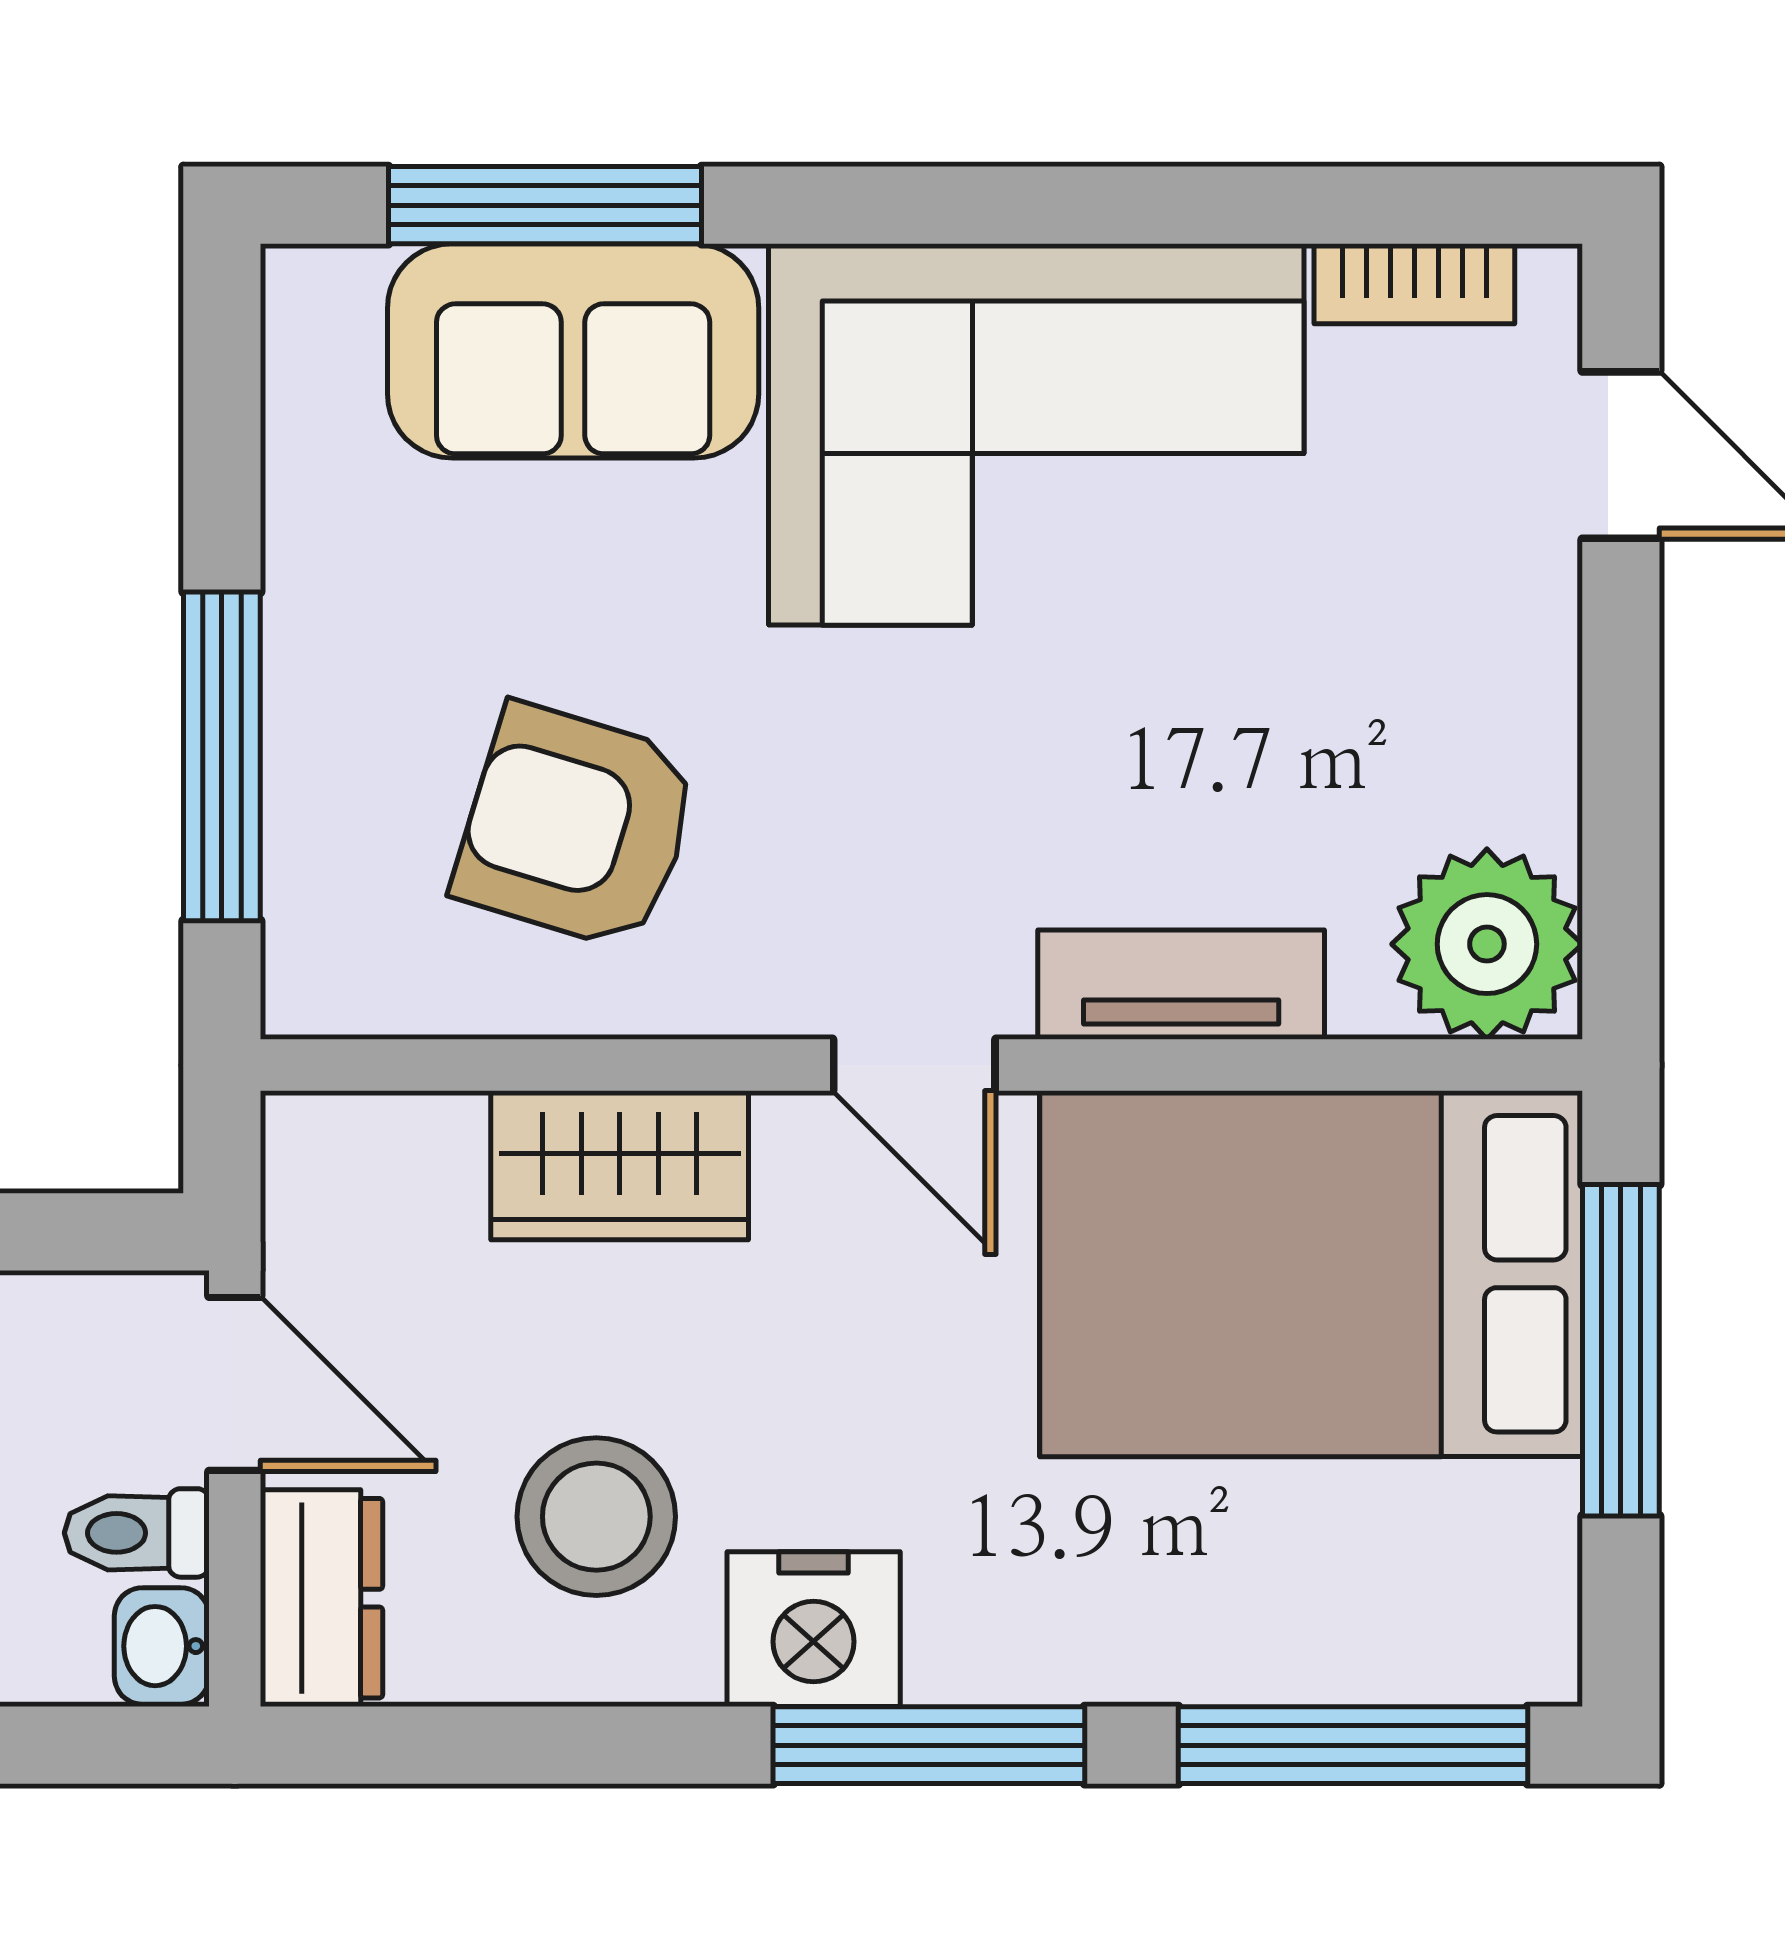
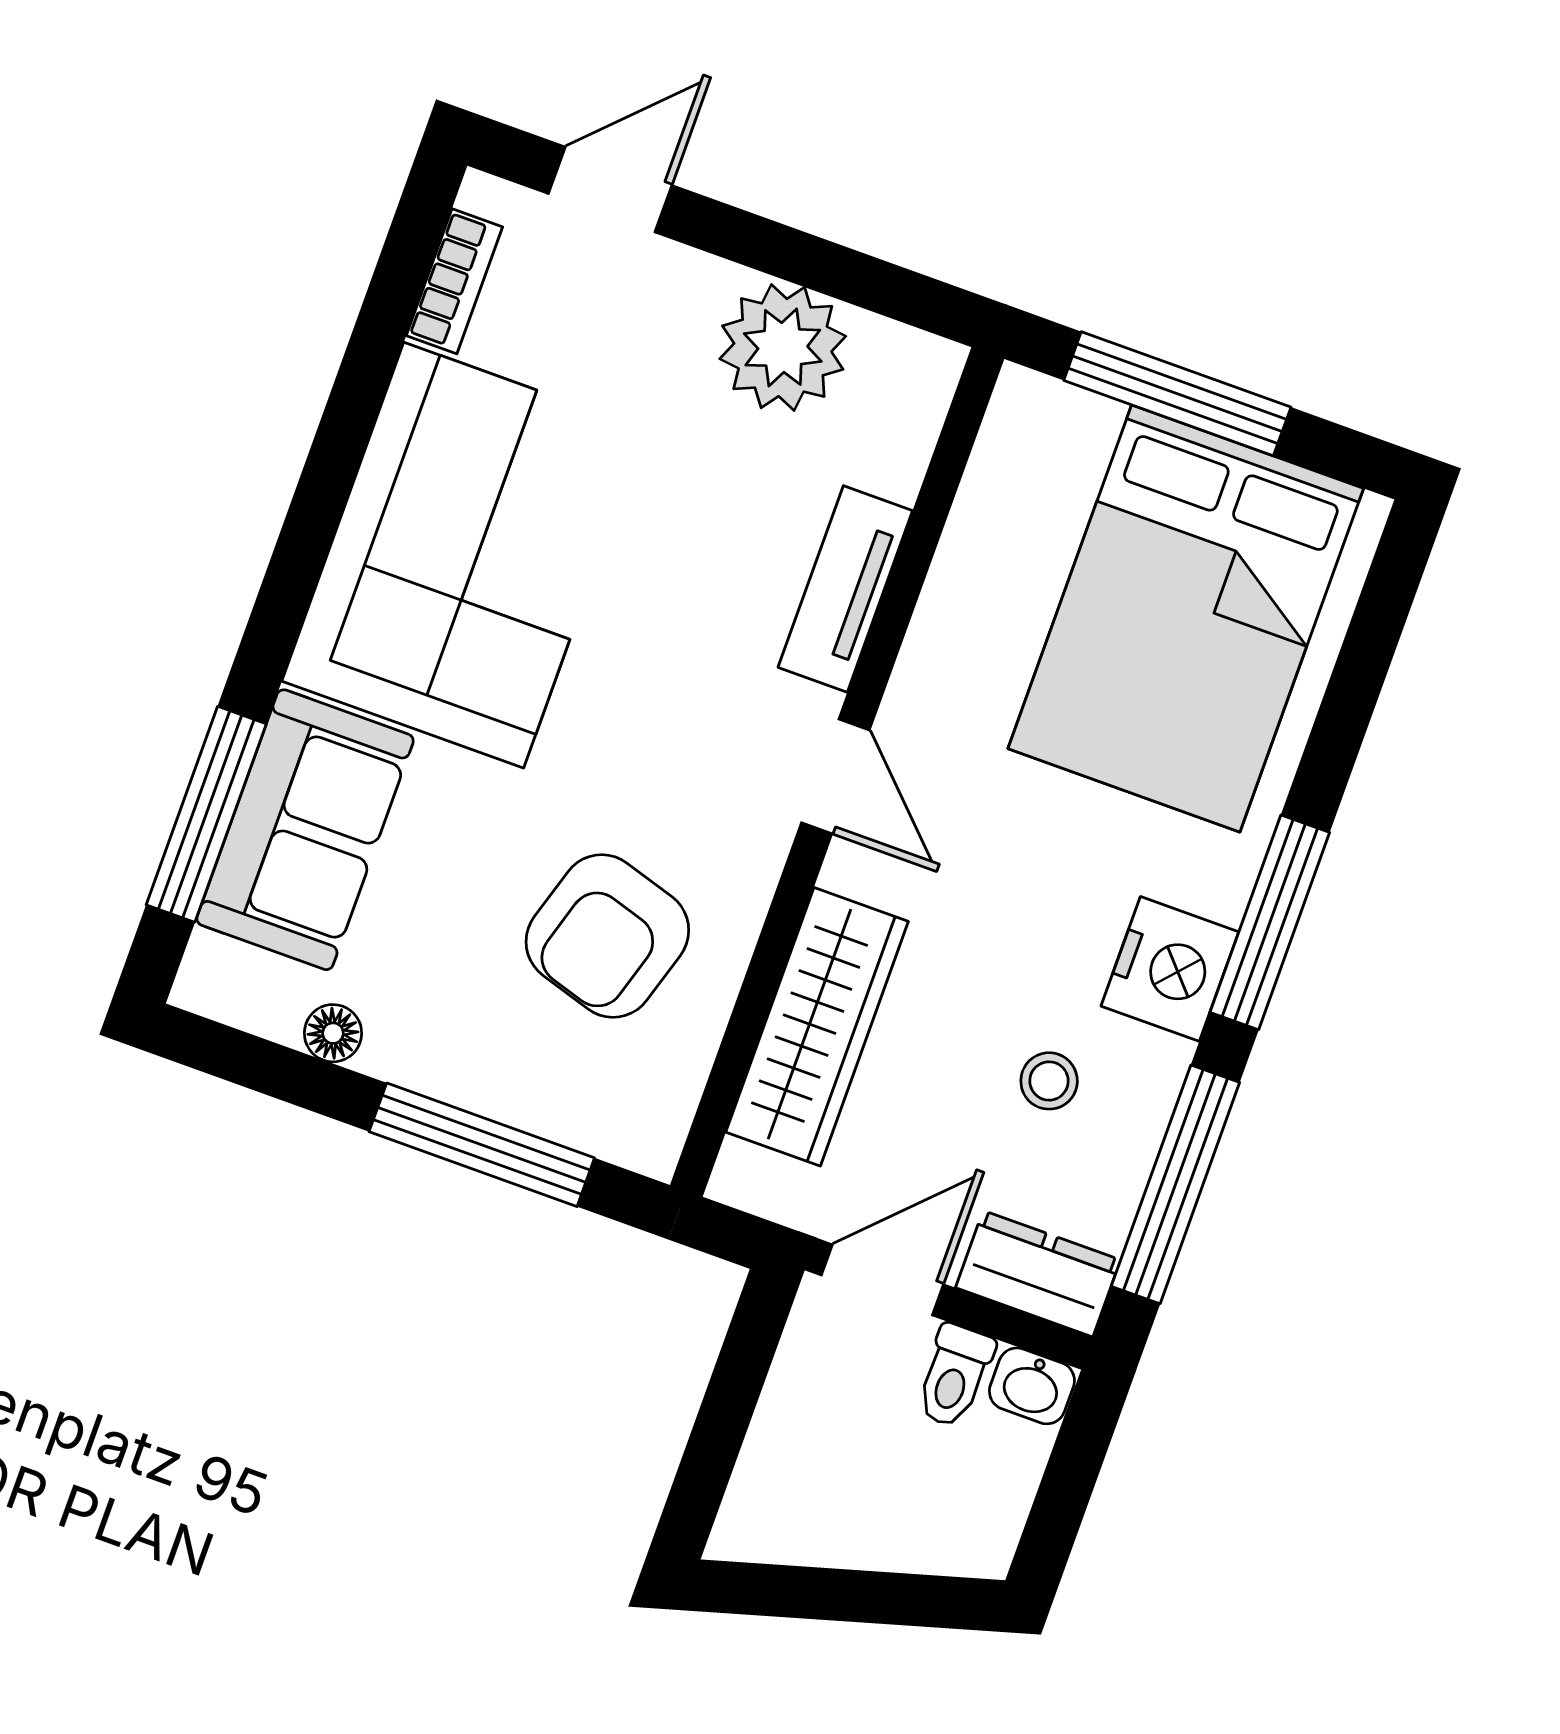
floor lamp: (303, 492) -> (333, 1033), added
plant: (1487, 944) -> (783, 348), moved
door: (914, 1065) -> (835, 776), hinge flipped
wardrobe: (620, 1165) -> (817, 1027), width x1.50
bed: (1311, 1274) -> (1186, 618), moved
stool: (596, 1517) -> (1049, 1081), width x0.53, depth x0.53
window: (1353, 1745) -> (1175, 1184), moved

